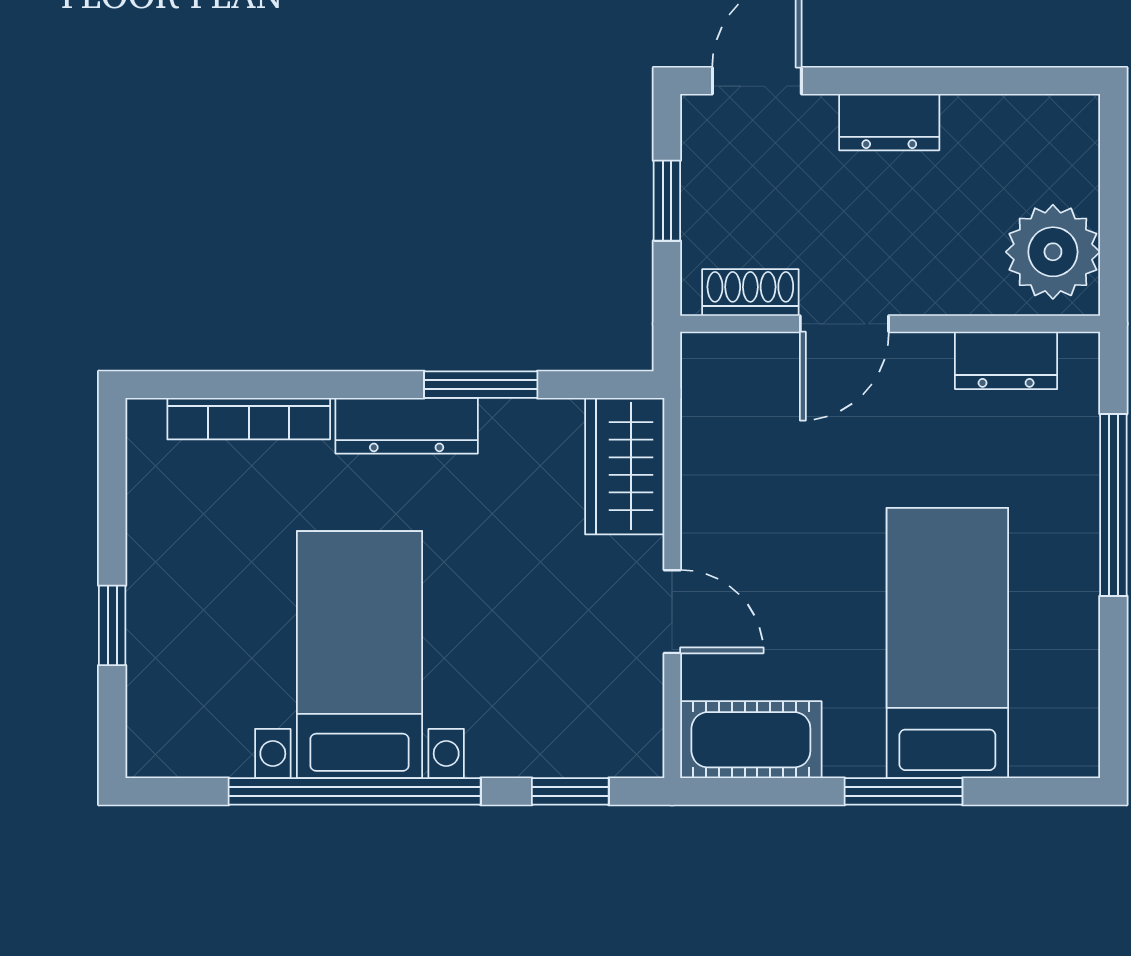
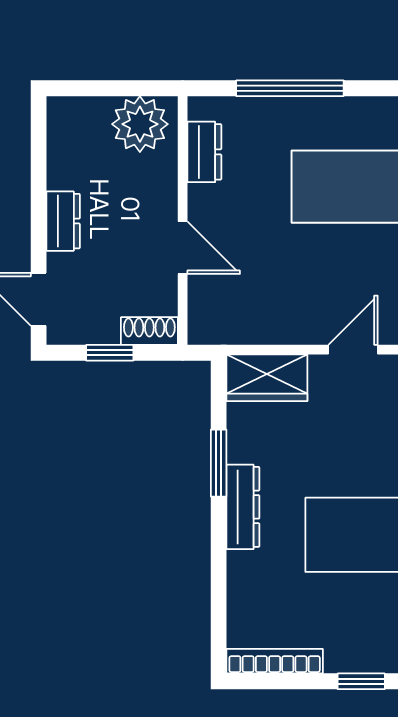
shoe rack: (750, 292) -> (149, 331), moved, turned 90
bookcase: (249, 419) -> (275, 661), moved, turned -90

